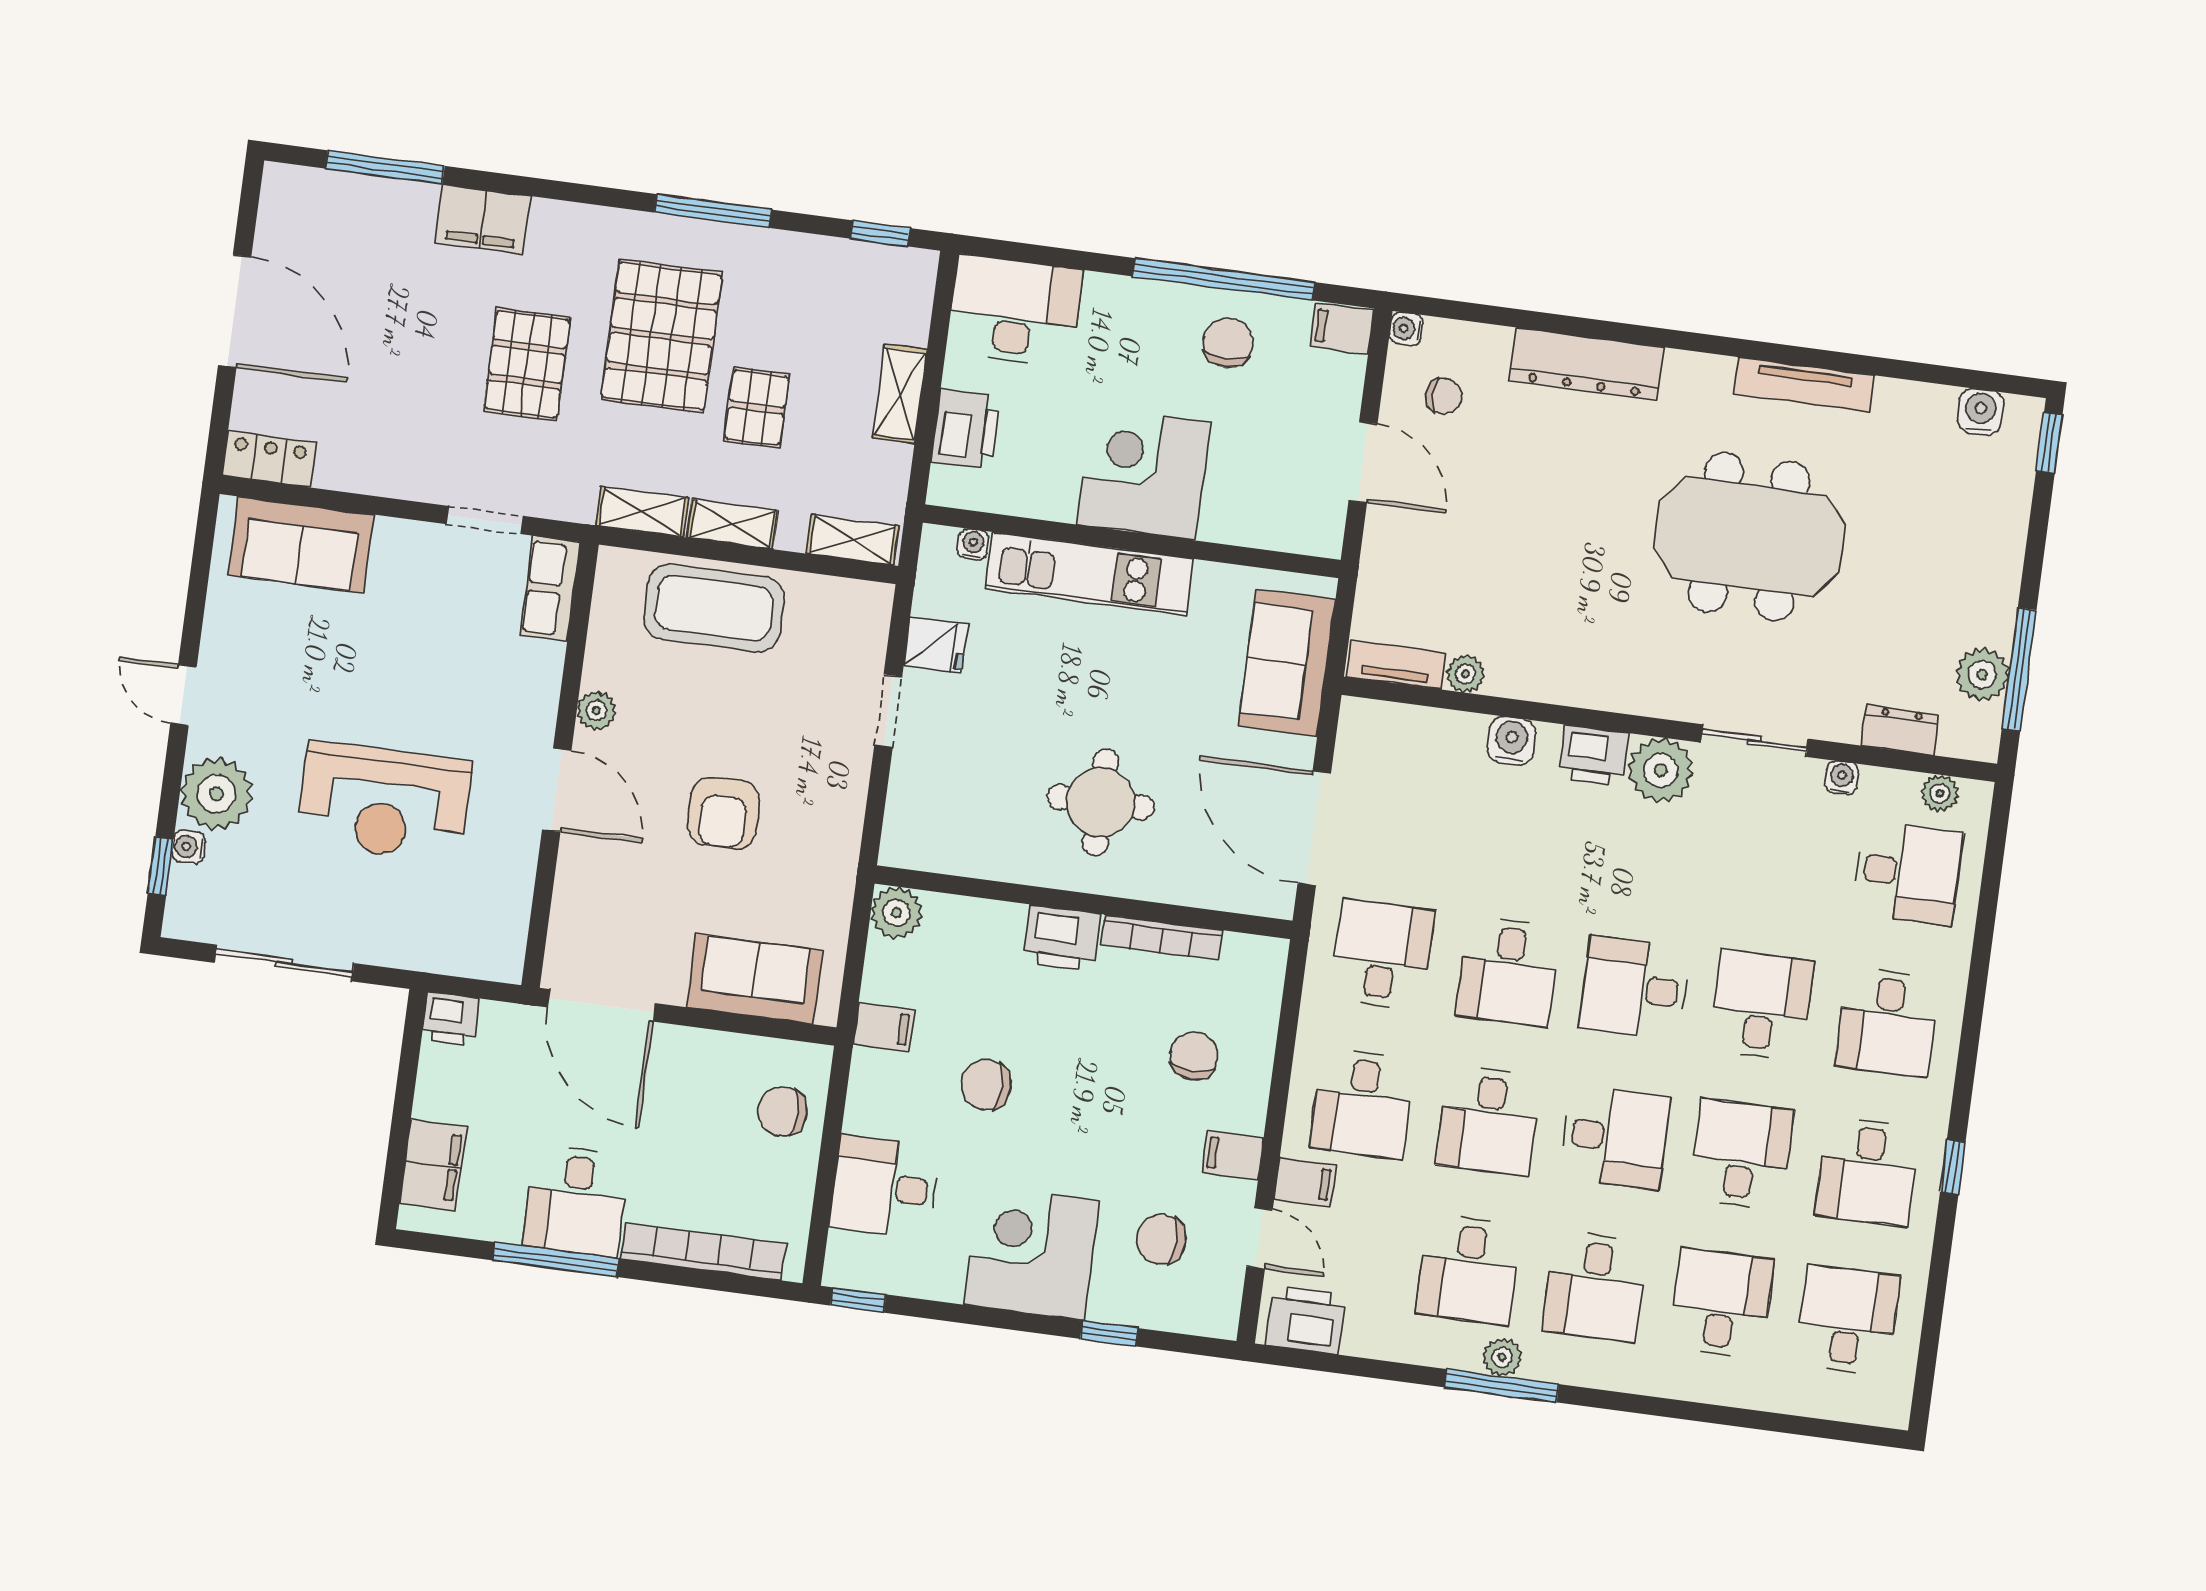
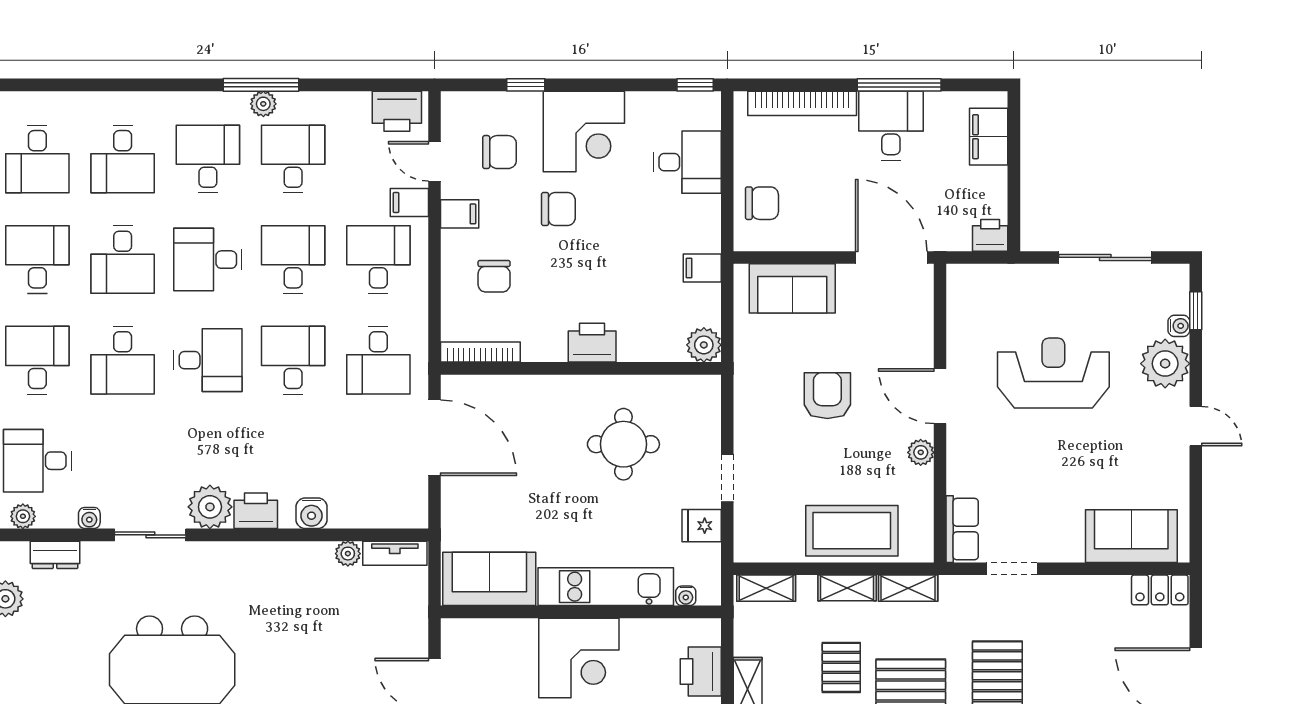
sofa: (1287, 663) -> (489, 579), moved, turned -90
round table: (1101, 802) -> (623, 444), moved
bookcase: (1161, 937) -> (480, 352), moved
chair: (986, 1085) -> (558, 209), moved

